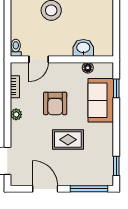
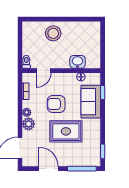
armchair: (55, 103) -> (56, 104), turned 90
plant: (19, 130) -> (29, 124), added
rug: (68, 140) -> (66, 131), width x1.36, depth x1.43

